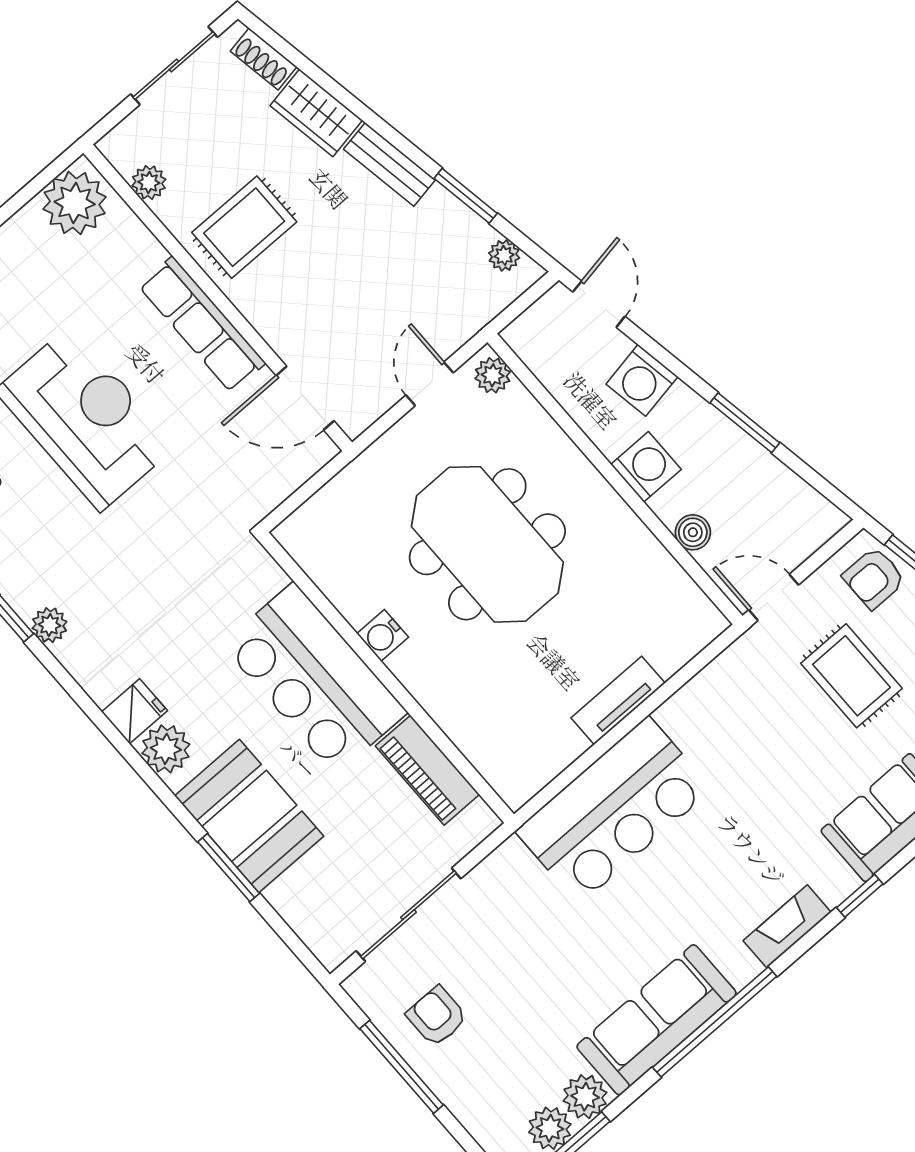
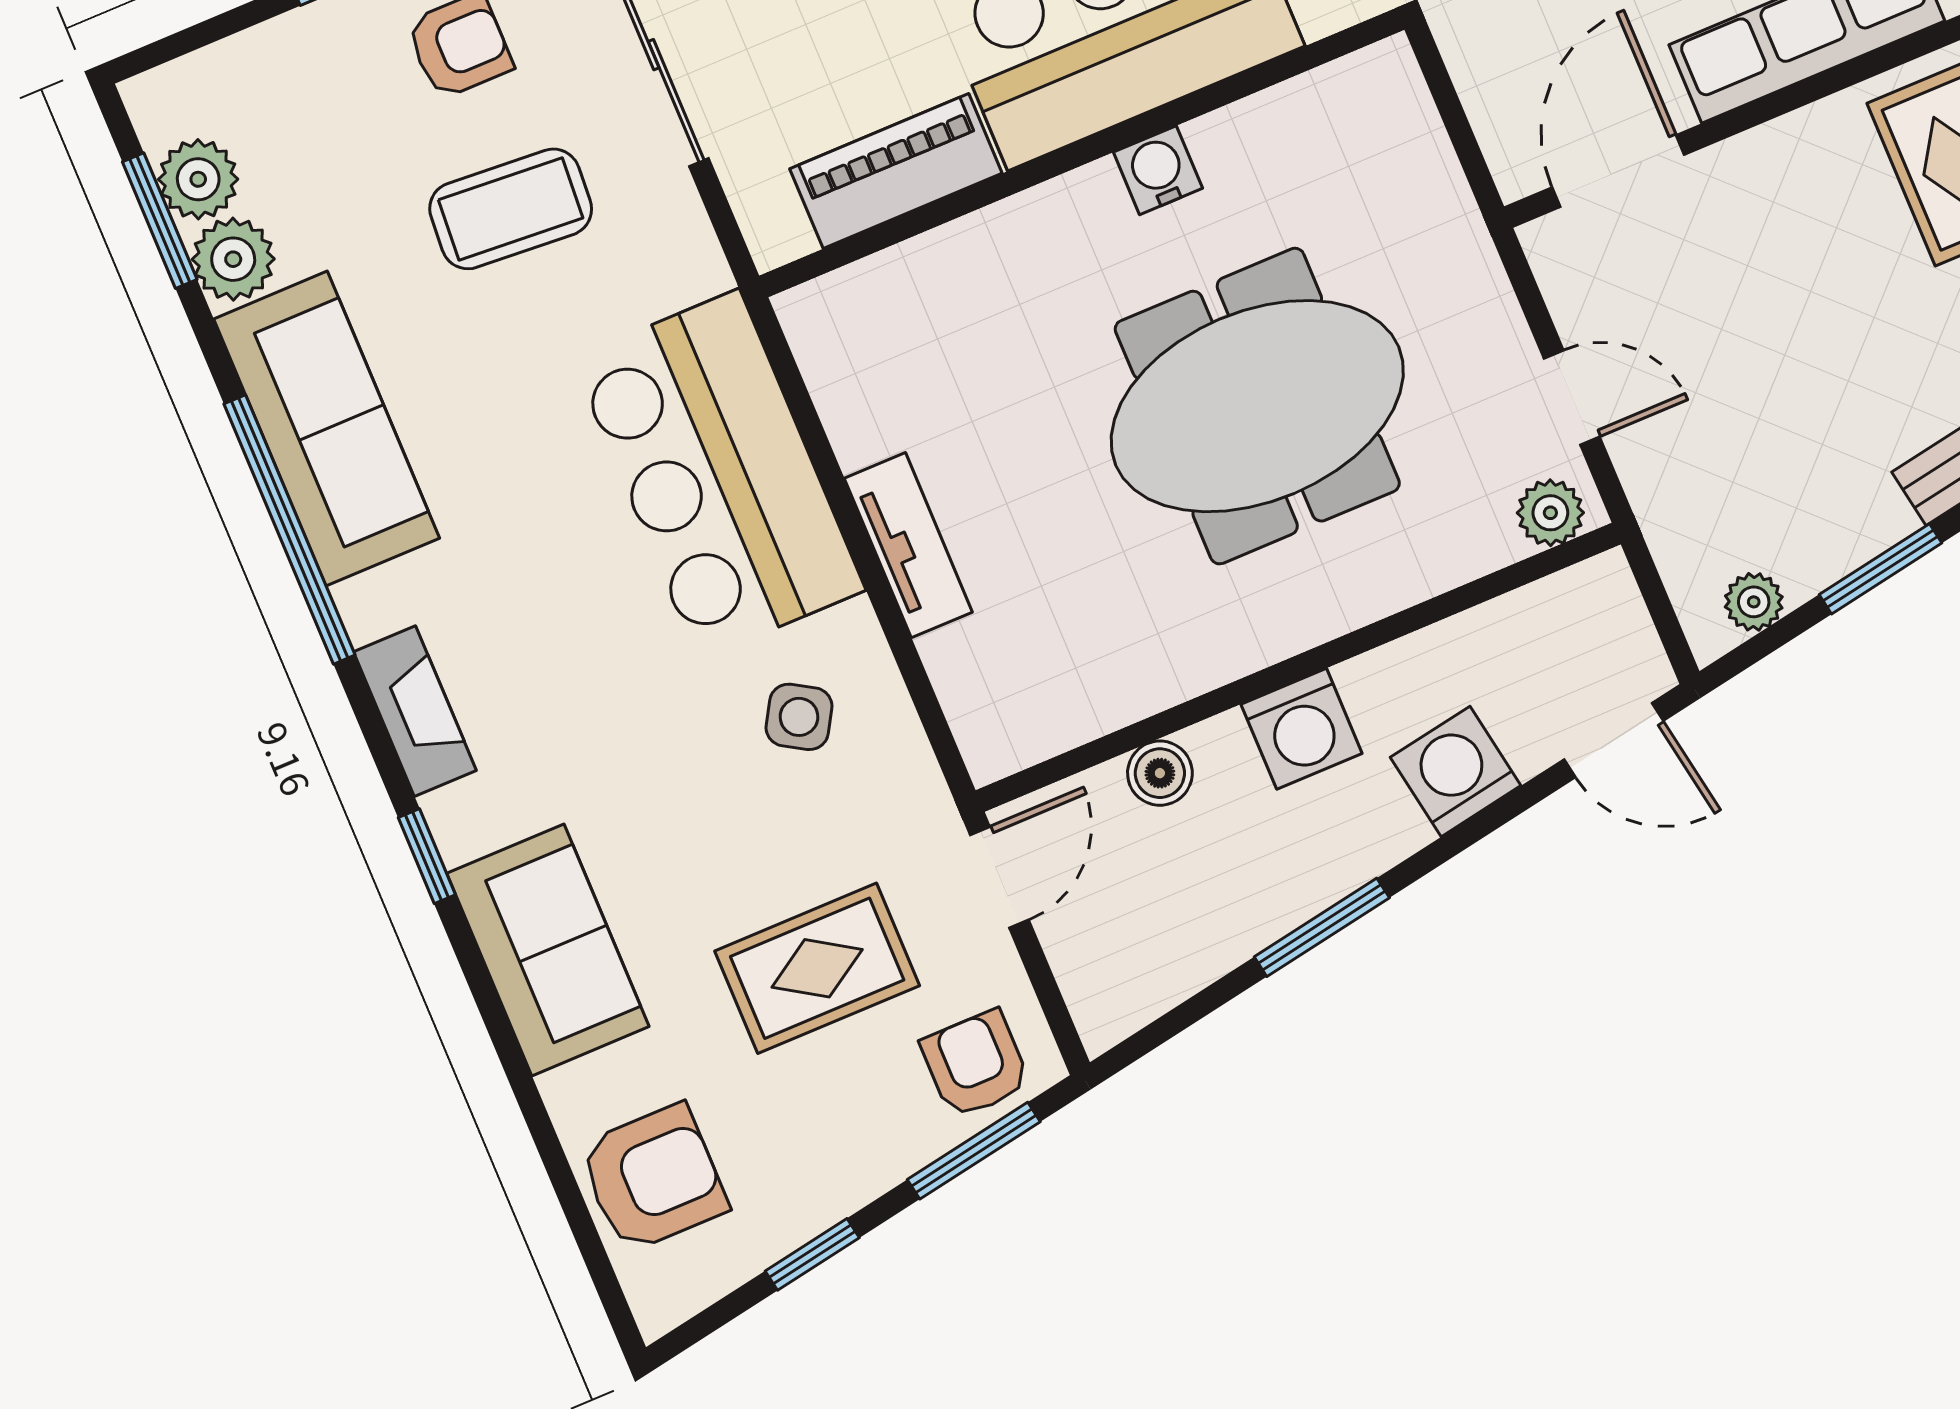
side table: (725, 728) -> (799, 717), added
coffee table: (512, 962) -> (511, 209), added

